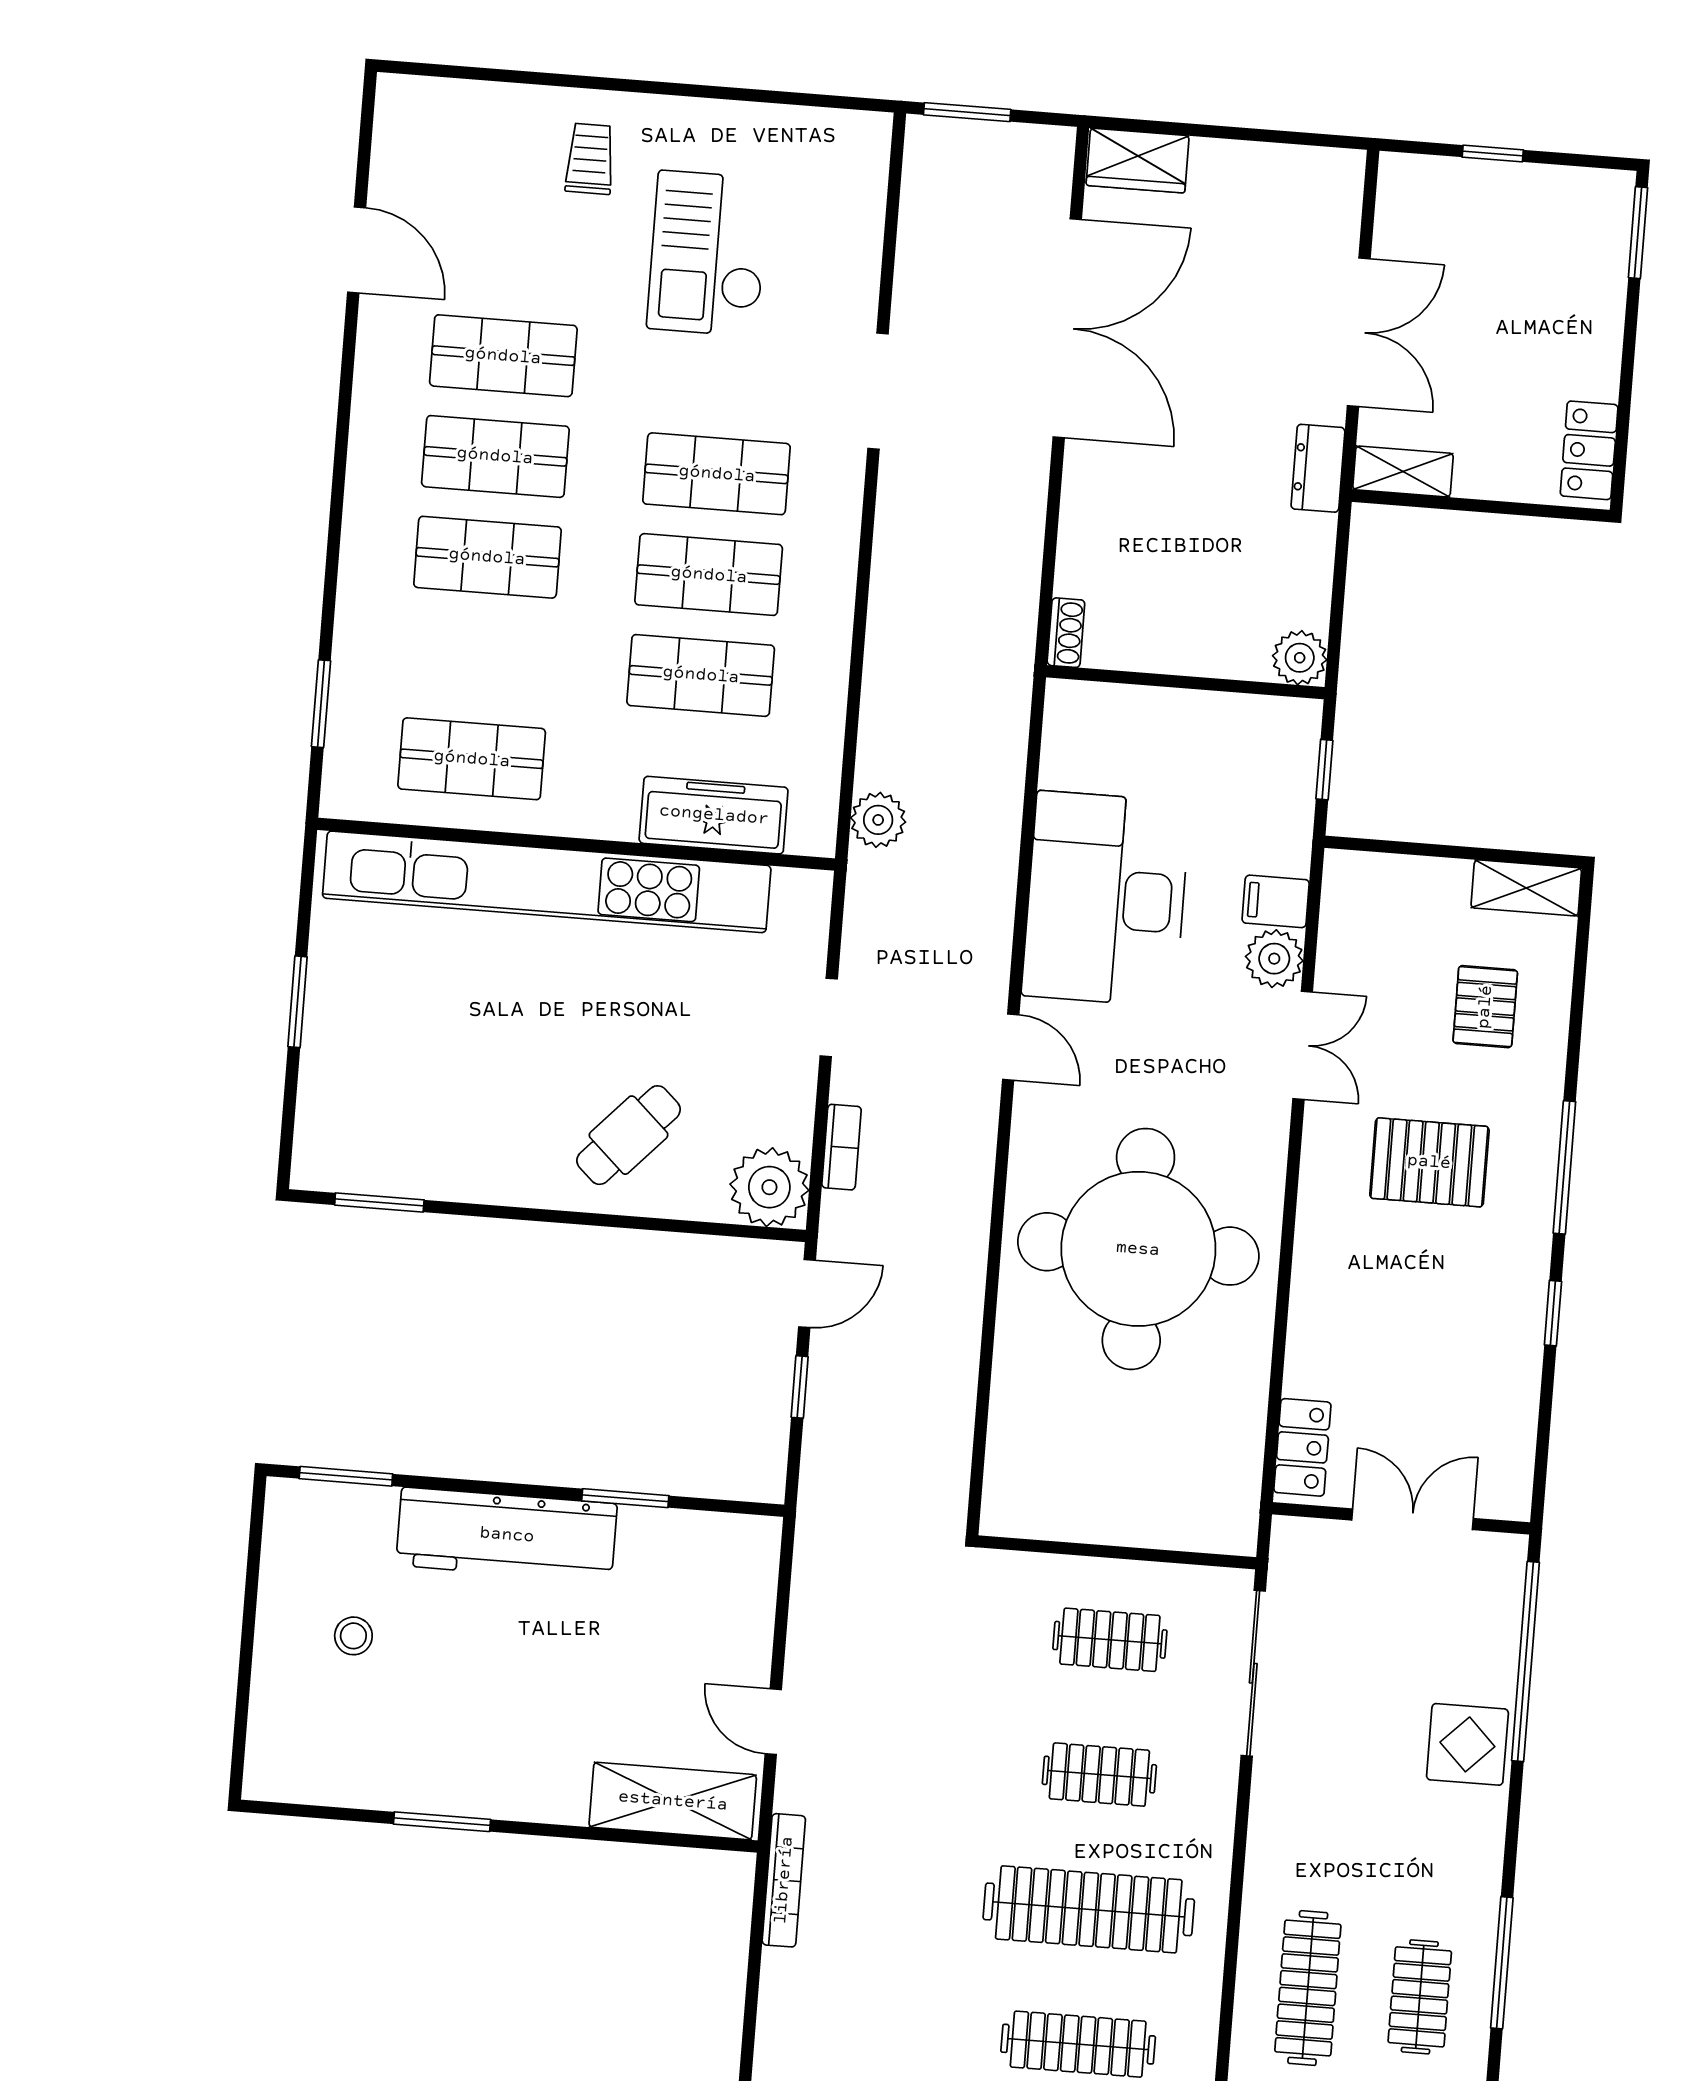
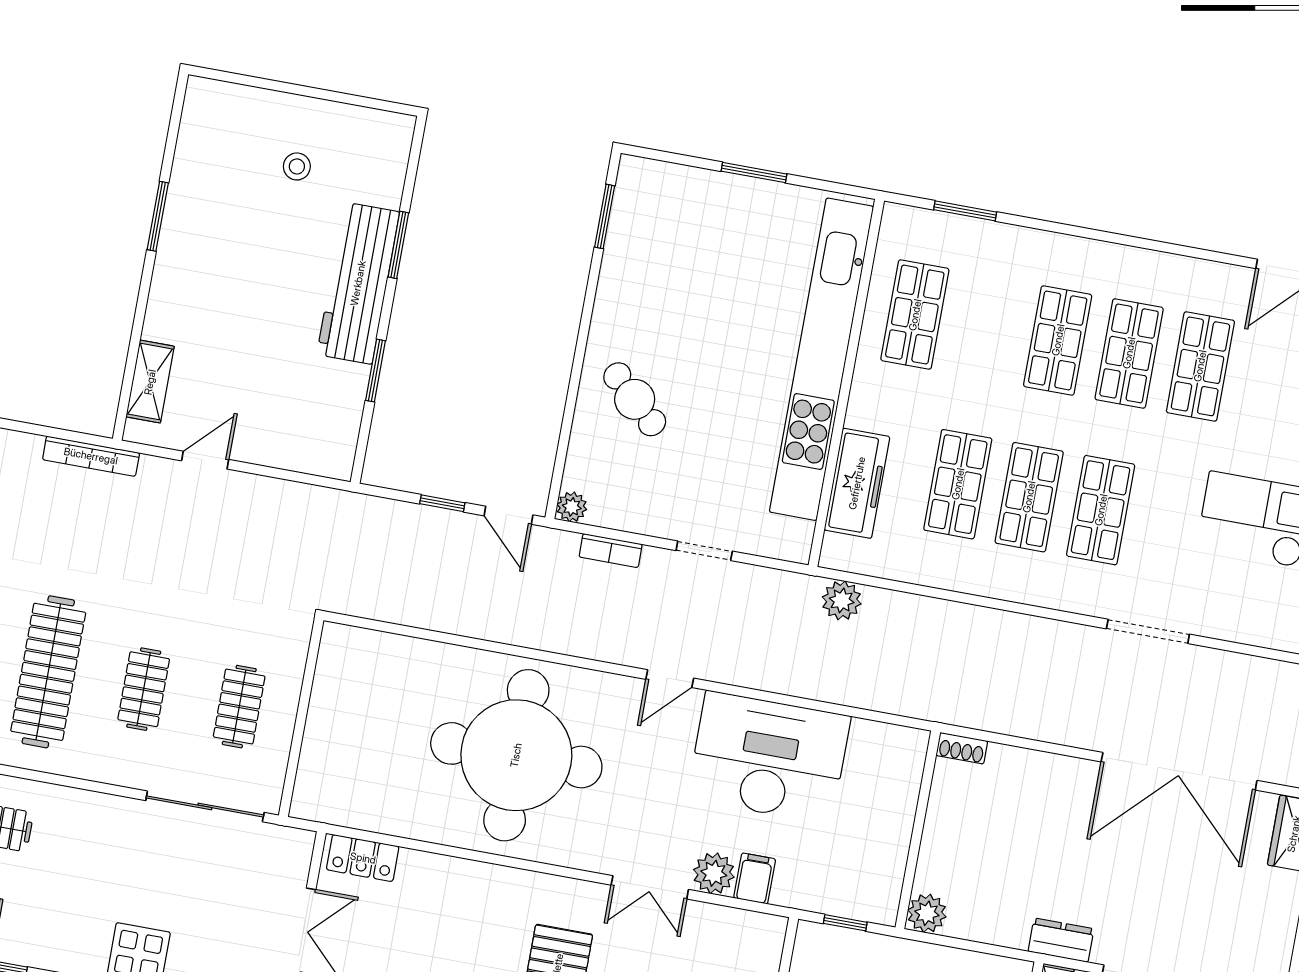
plant: (769, 1187) -> (572, 507), width x0.53, depth x0.53
window: (346, 1476) -> (398, 245), moved
shelving: (673, 1801) -> (150, 382), width x0.67, depth x0.75

